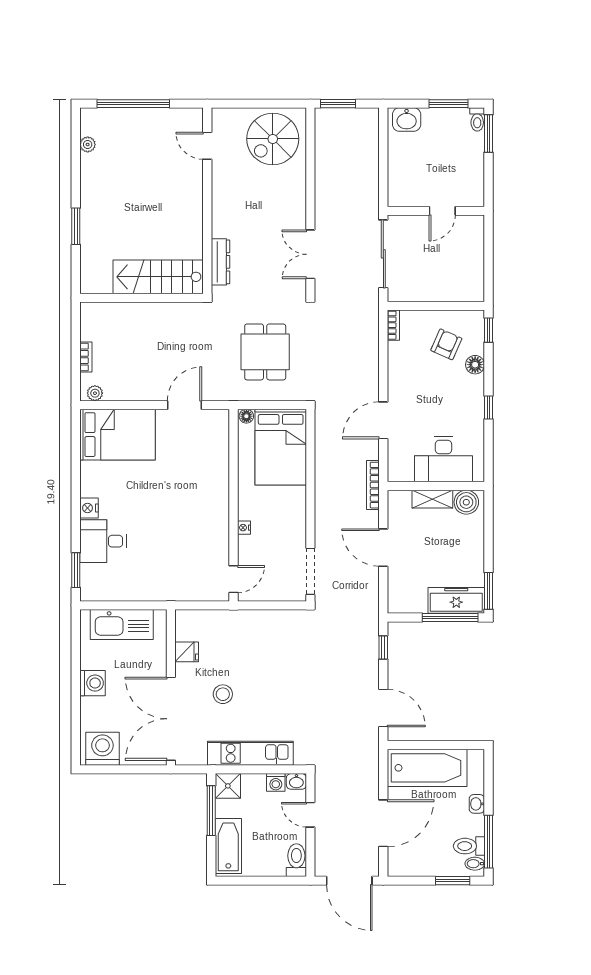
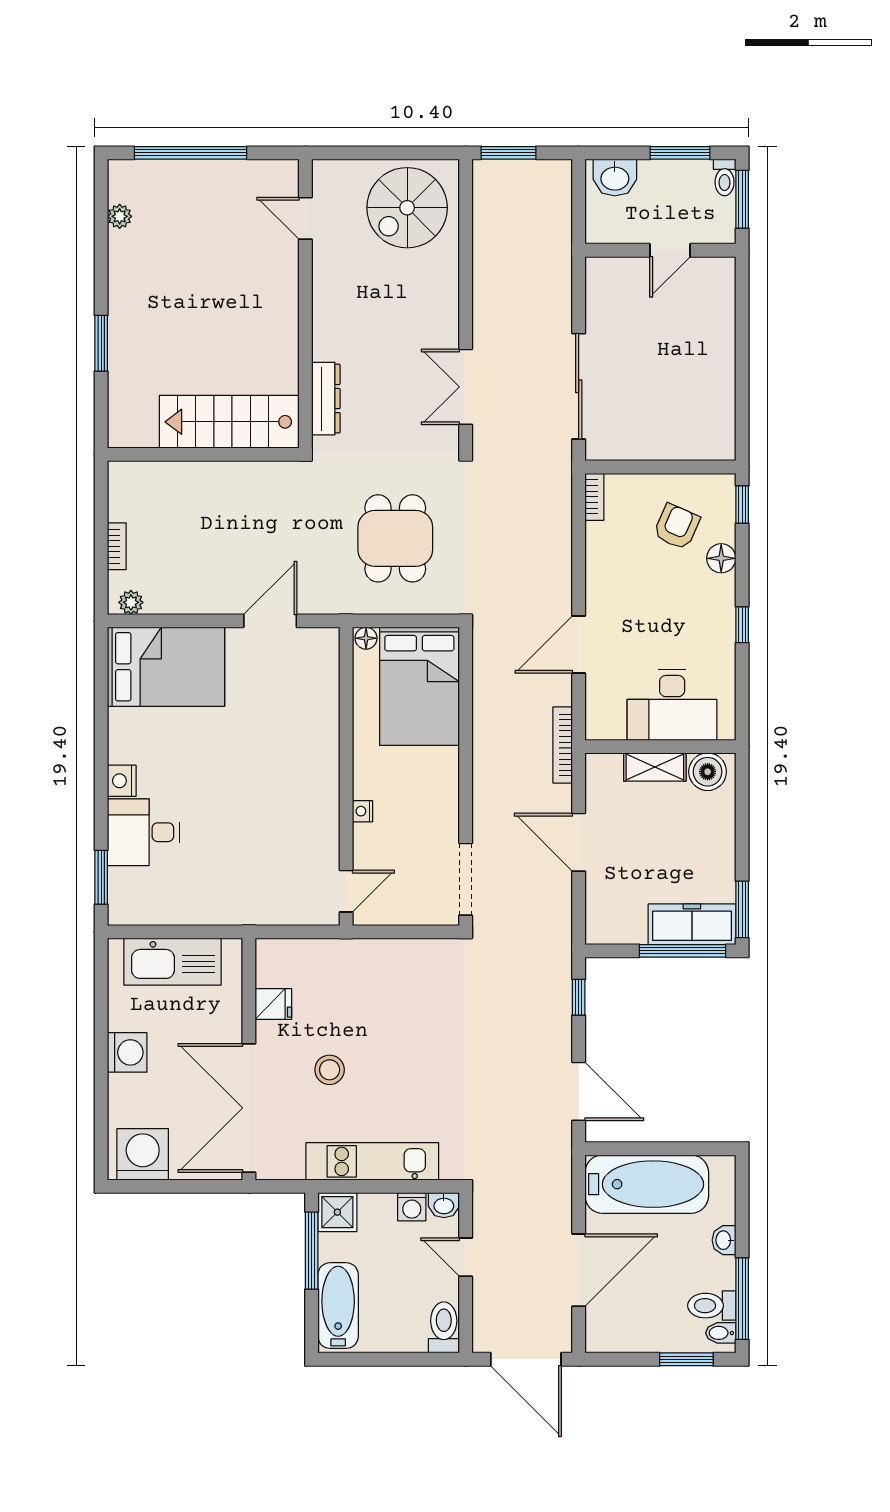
wall: (436, 211) -> (660, 250), moved
door: (442, 211) -> (670, 250), moved

